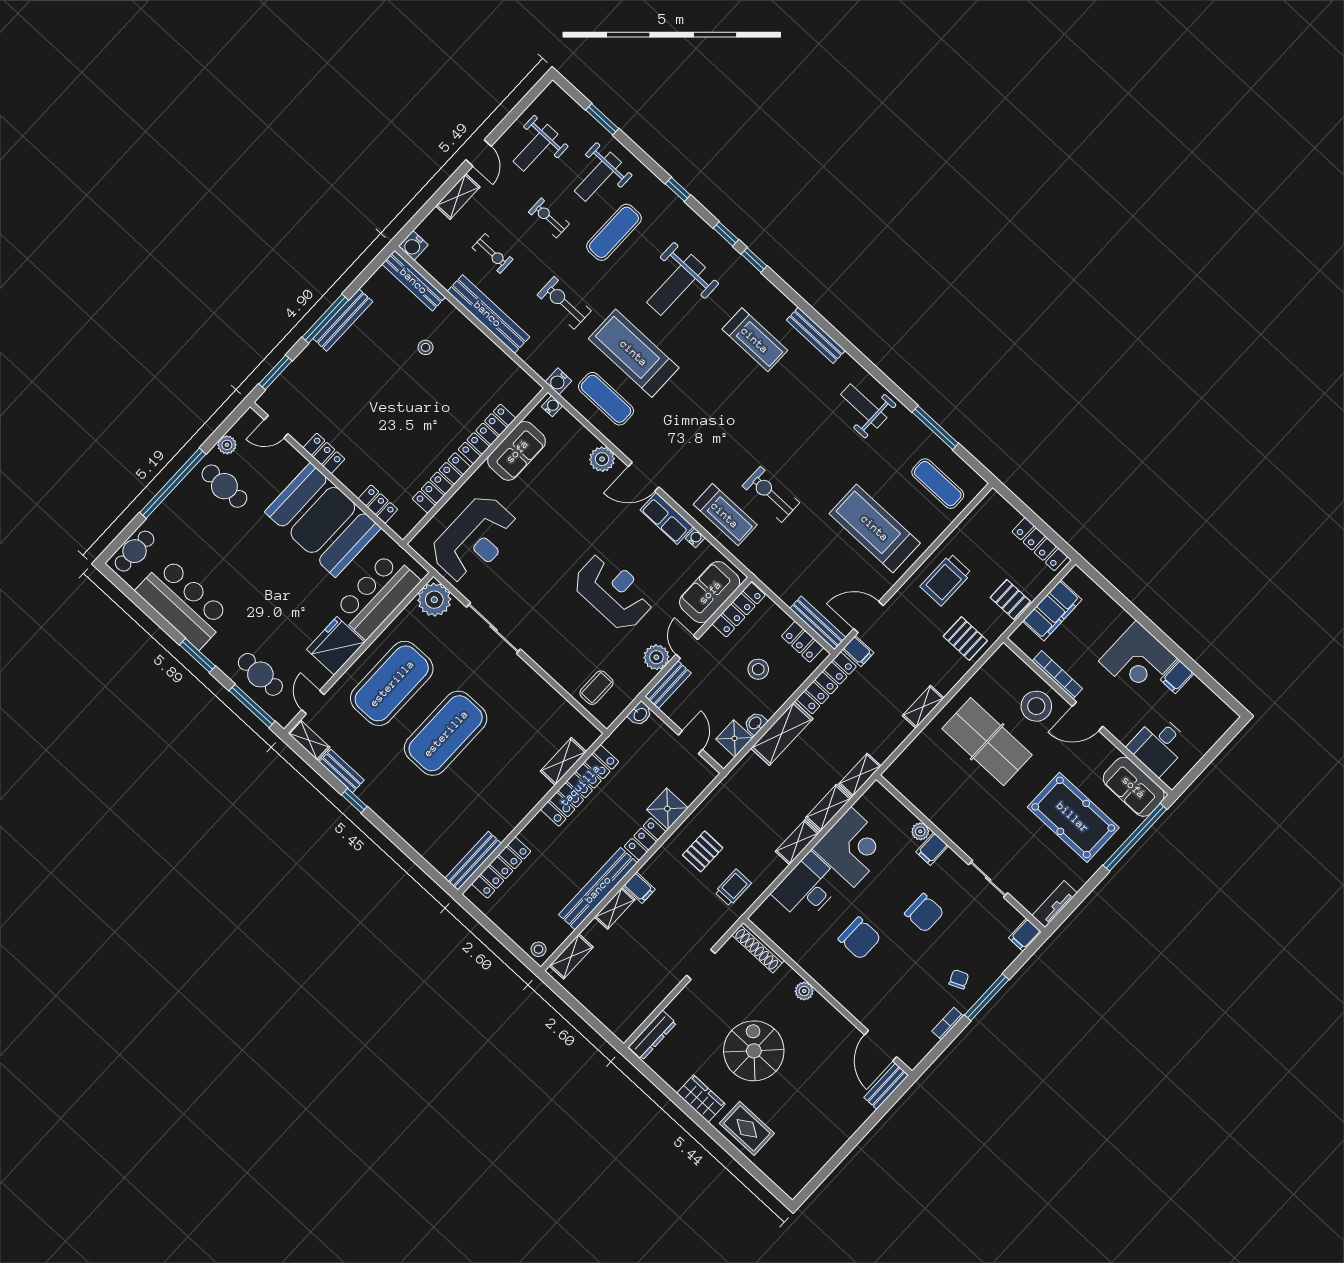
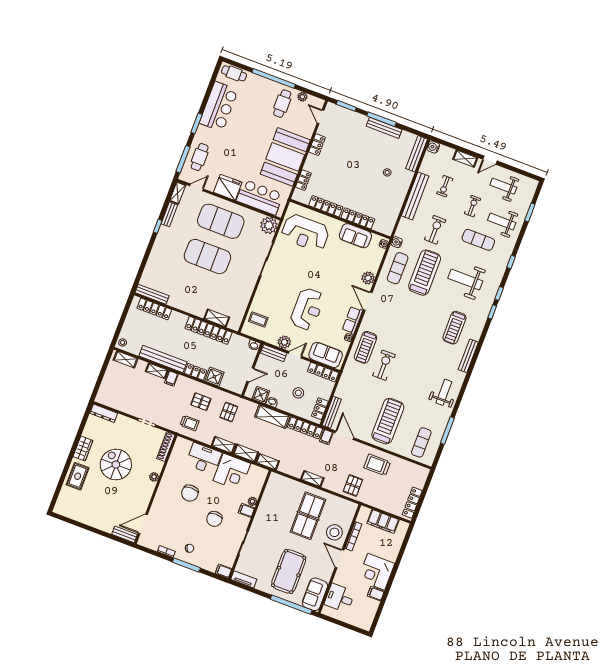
pallet: (1010, 599) -> (229, 412), moved
spiral stairs: (754, 1051) -> (116, 465), turned -90

